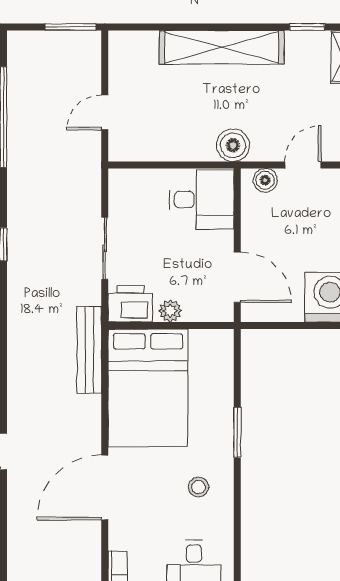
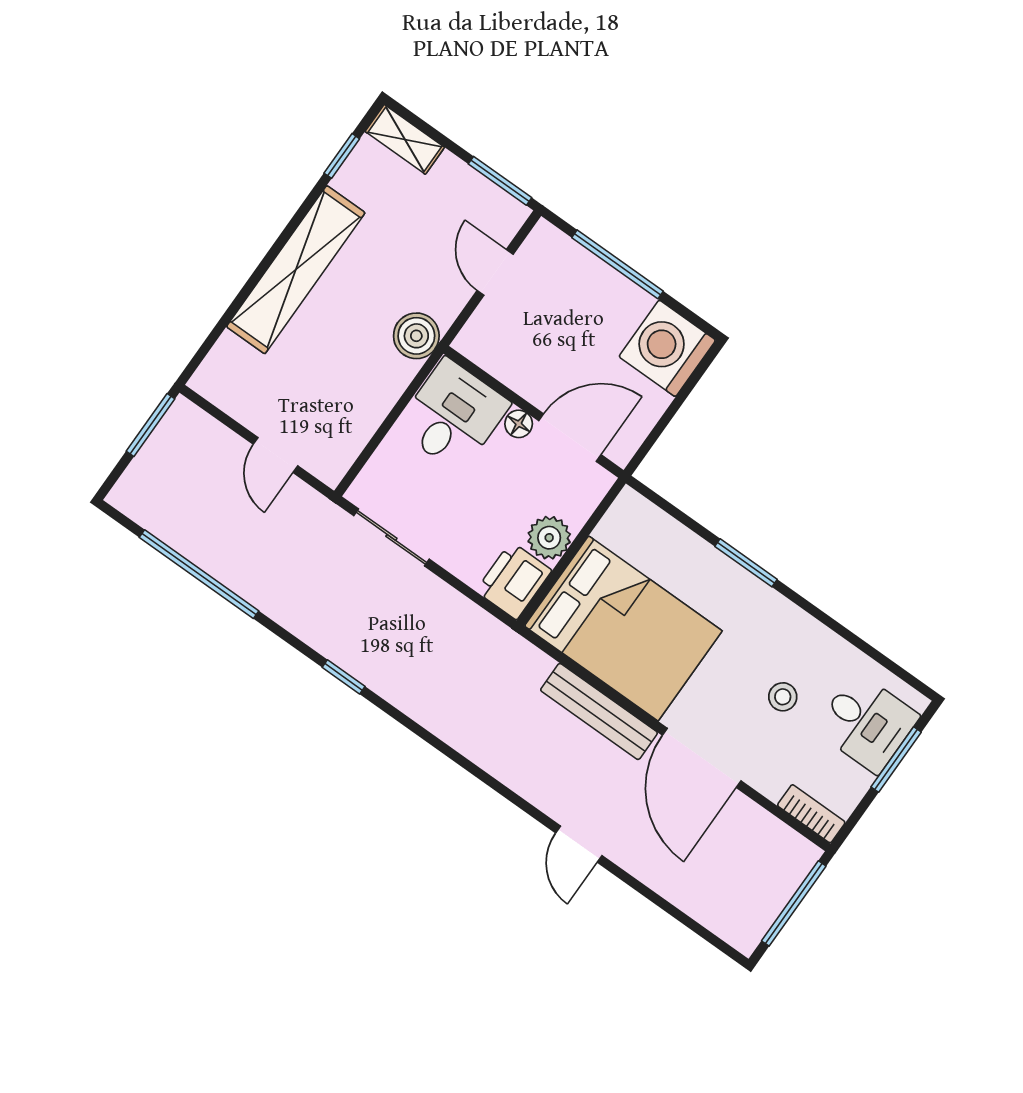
boiler: (265, 180) -> (482, 328), removed
floor lamp: (224, 242) -> (519, 424), added
sliding door: (105, 248) -> (391, 537), moved
plant: (170, 311) -> (549, 538), width x1.38, depth x1.38
bench: (89, 350) -> (599, 711), moved
stool: (198, 487) -> (783, 697), moved

